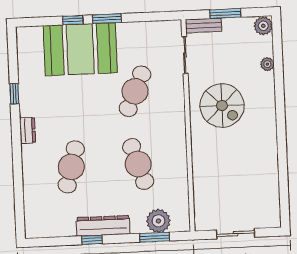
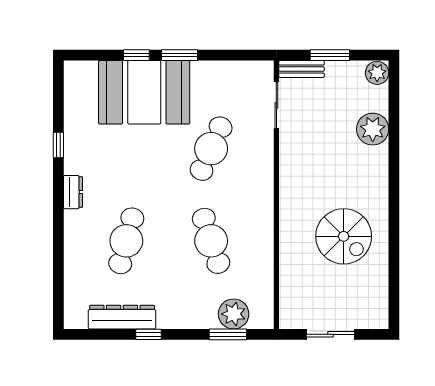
plant: (267, 64) -> (373, 129), width x1.88, depth x1.88
spiral stairs: (222, 106) -> (344, 236), moved
dresser: (103, 226) -> (122, 317), moved

